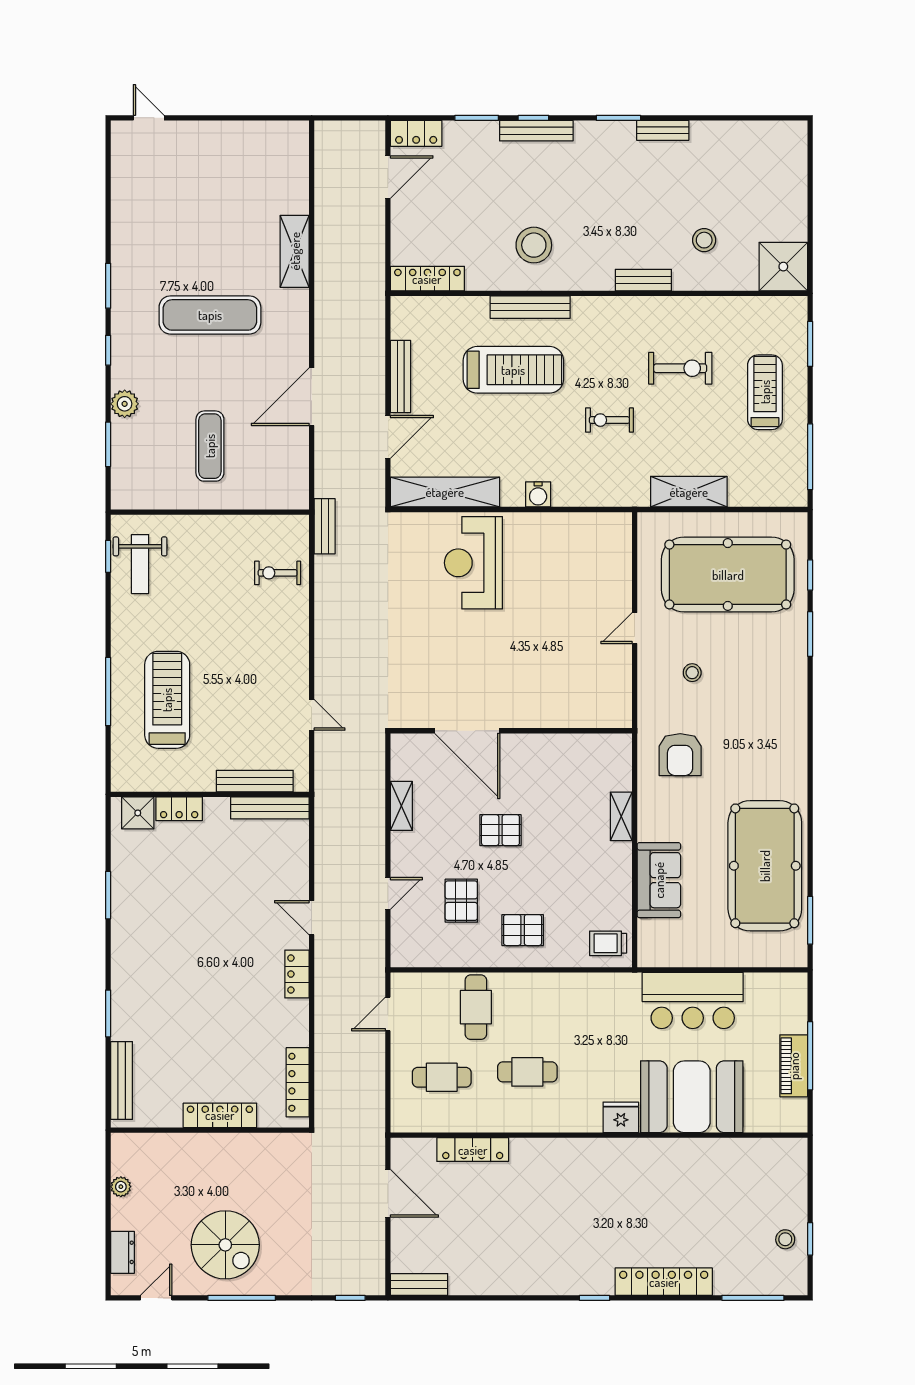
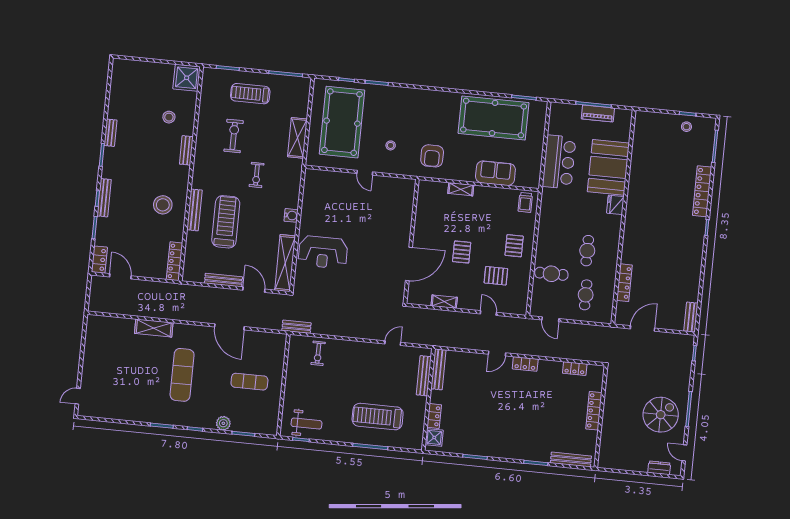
armchair: (680, 755) -> (432, 156), turned 90
locker: (298, 1082) -> (575, 369), width x0.66
plant: (121, 1187) -> (625, 465), removed

